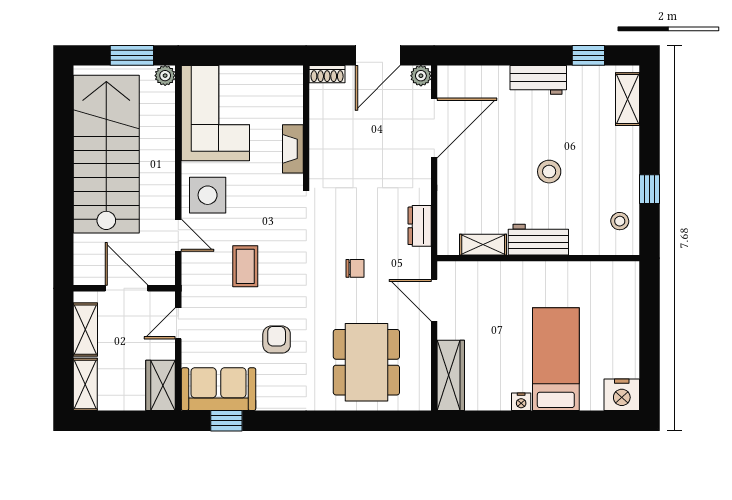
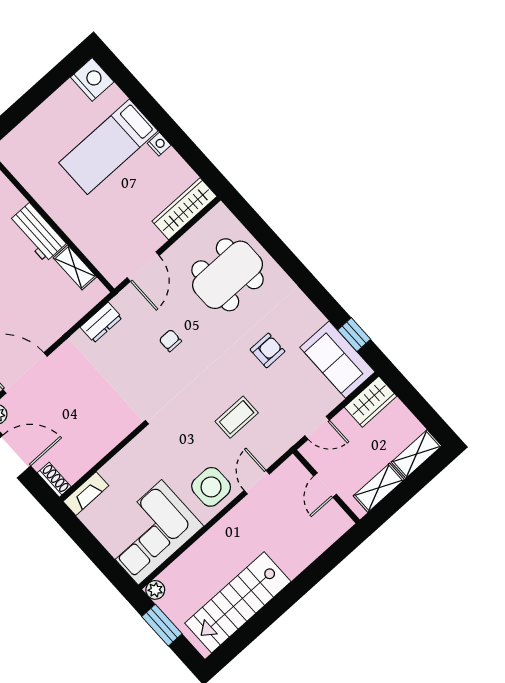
fireplace: (293, 149) -> (86, 494), moved
stairs: (106, 154) -> (238, 602), width x0.73, depth x0.66
door: (126, 288) -> (325, 485), width x0.73
armchair: (277, 340) -> (267, 350), turned 180

